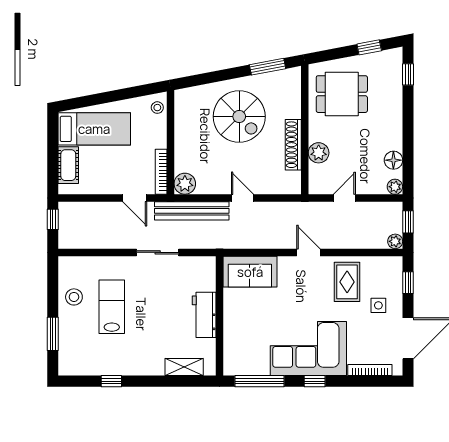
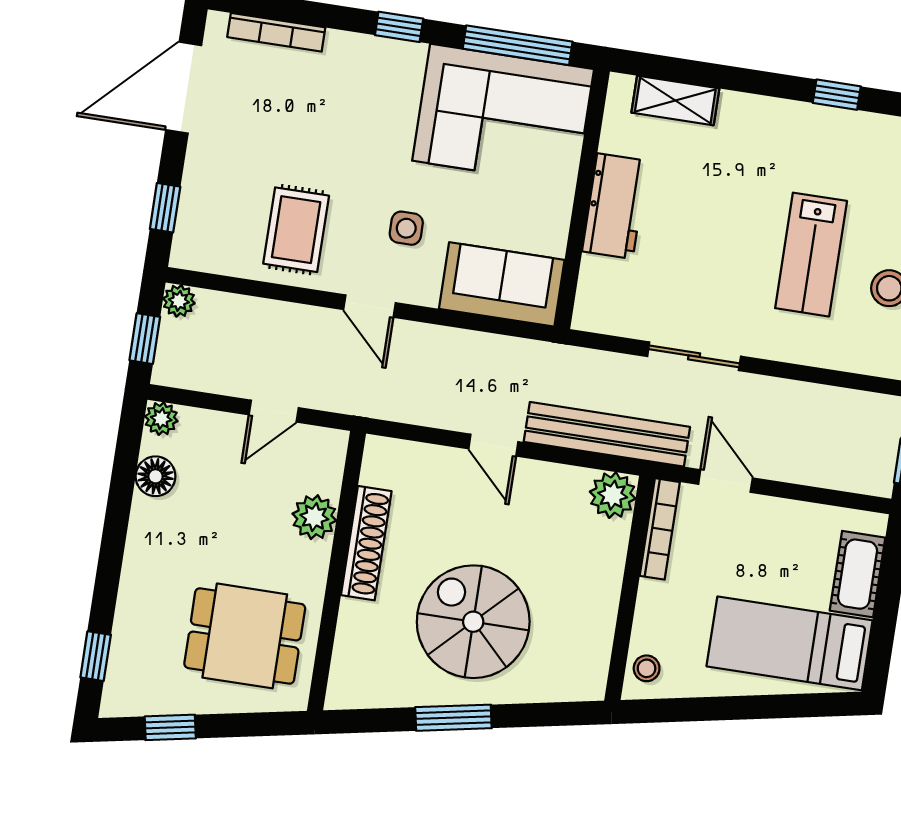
window: (268, 67) -> (453, 718), moved
side table: (378, 305) -> (406, 228), moved
corner sofa: (308, 348) -> (503, 115), moved

